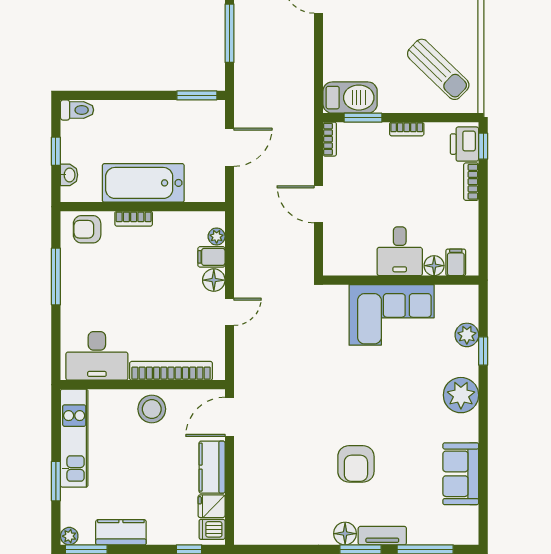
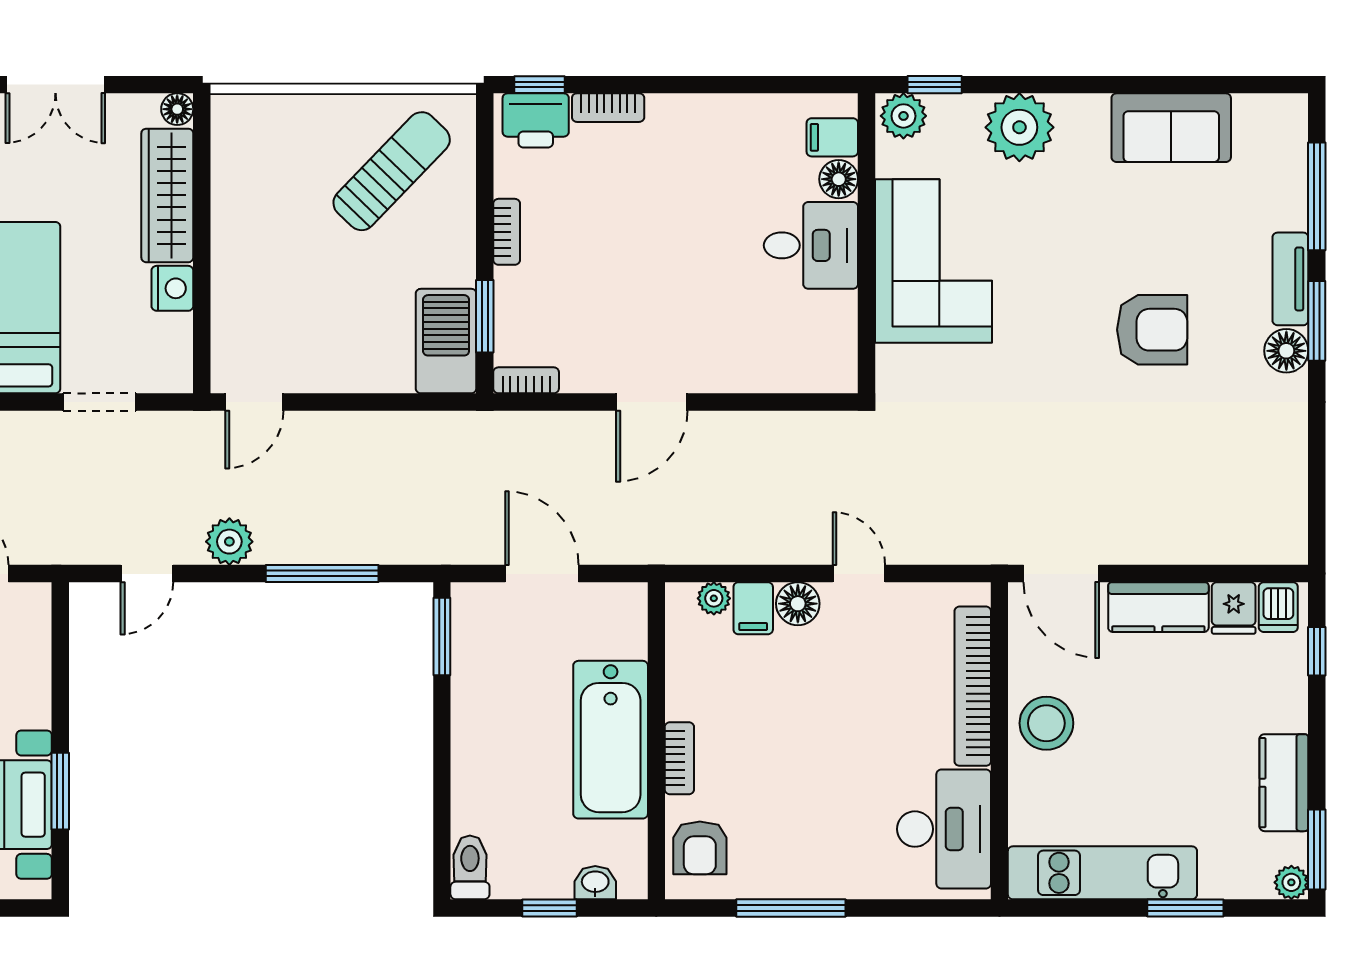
desk: (400, 251) -> (811, 245), moved
filing cabinet: (456, 262) -> (832, 137), moved
floor lamp: (434, 266) -> (839, 179), moved
wall: (401, 280) -> (866, 243), moved
corner sofa: (392, 315) -> (933, 261), moved

